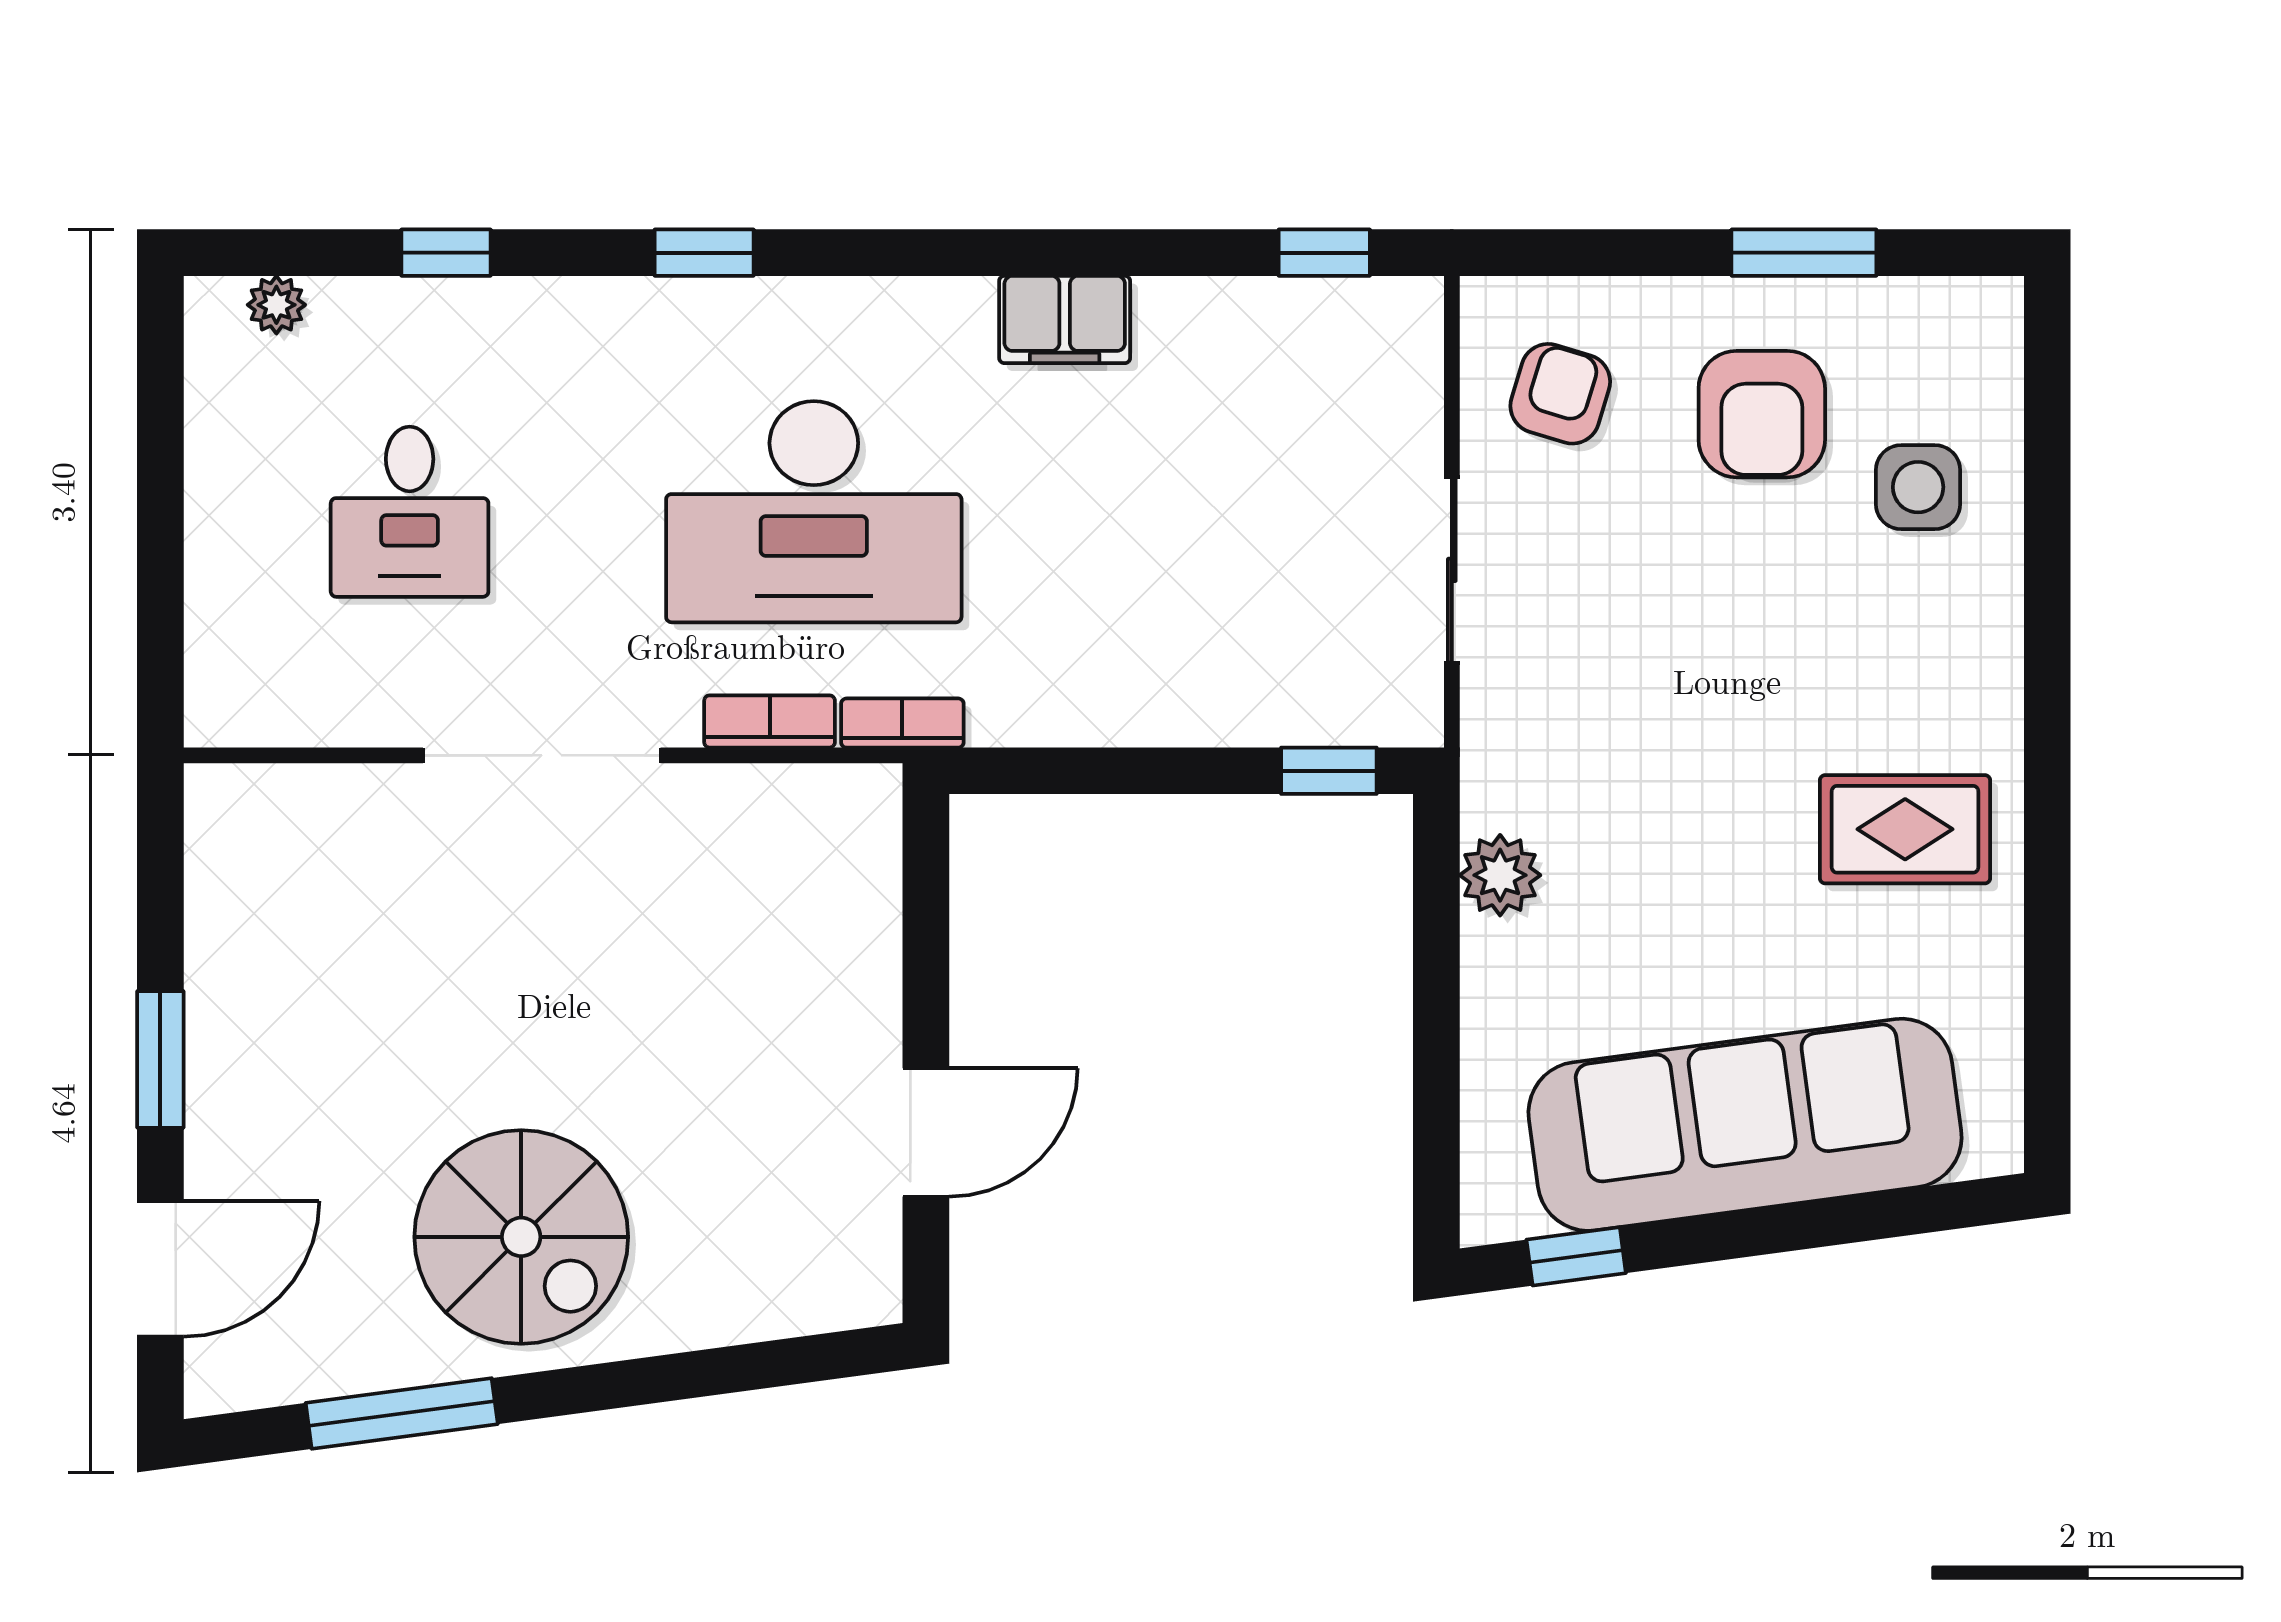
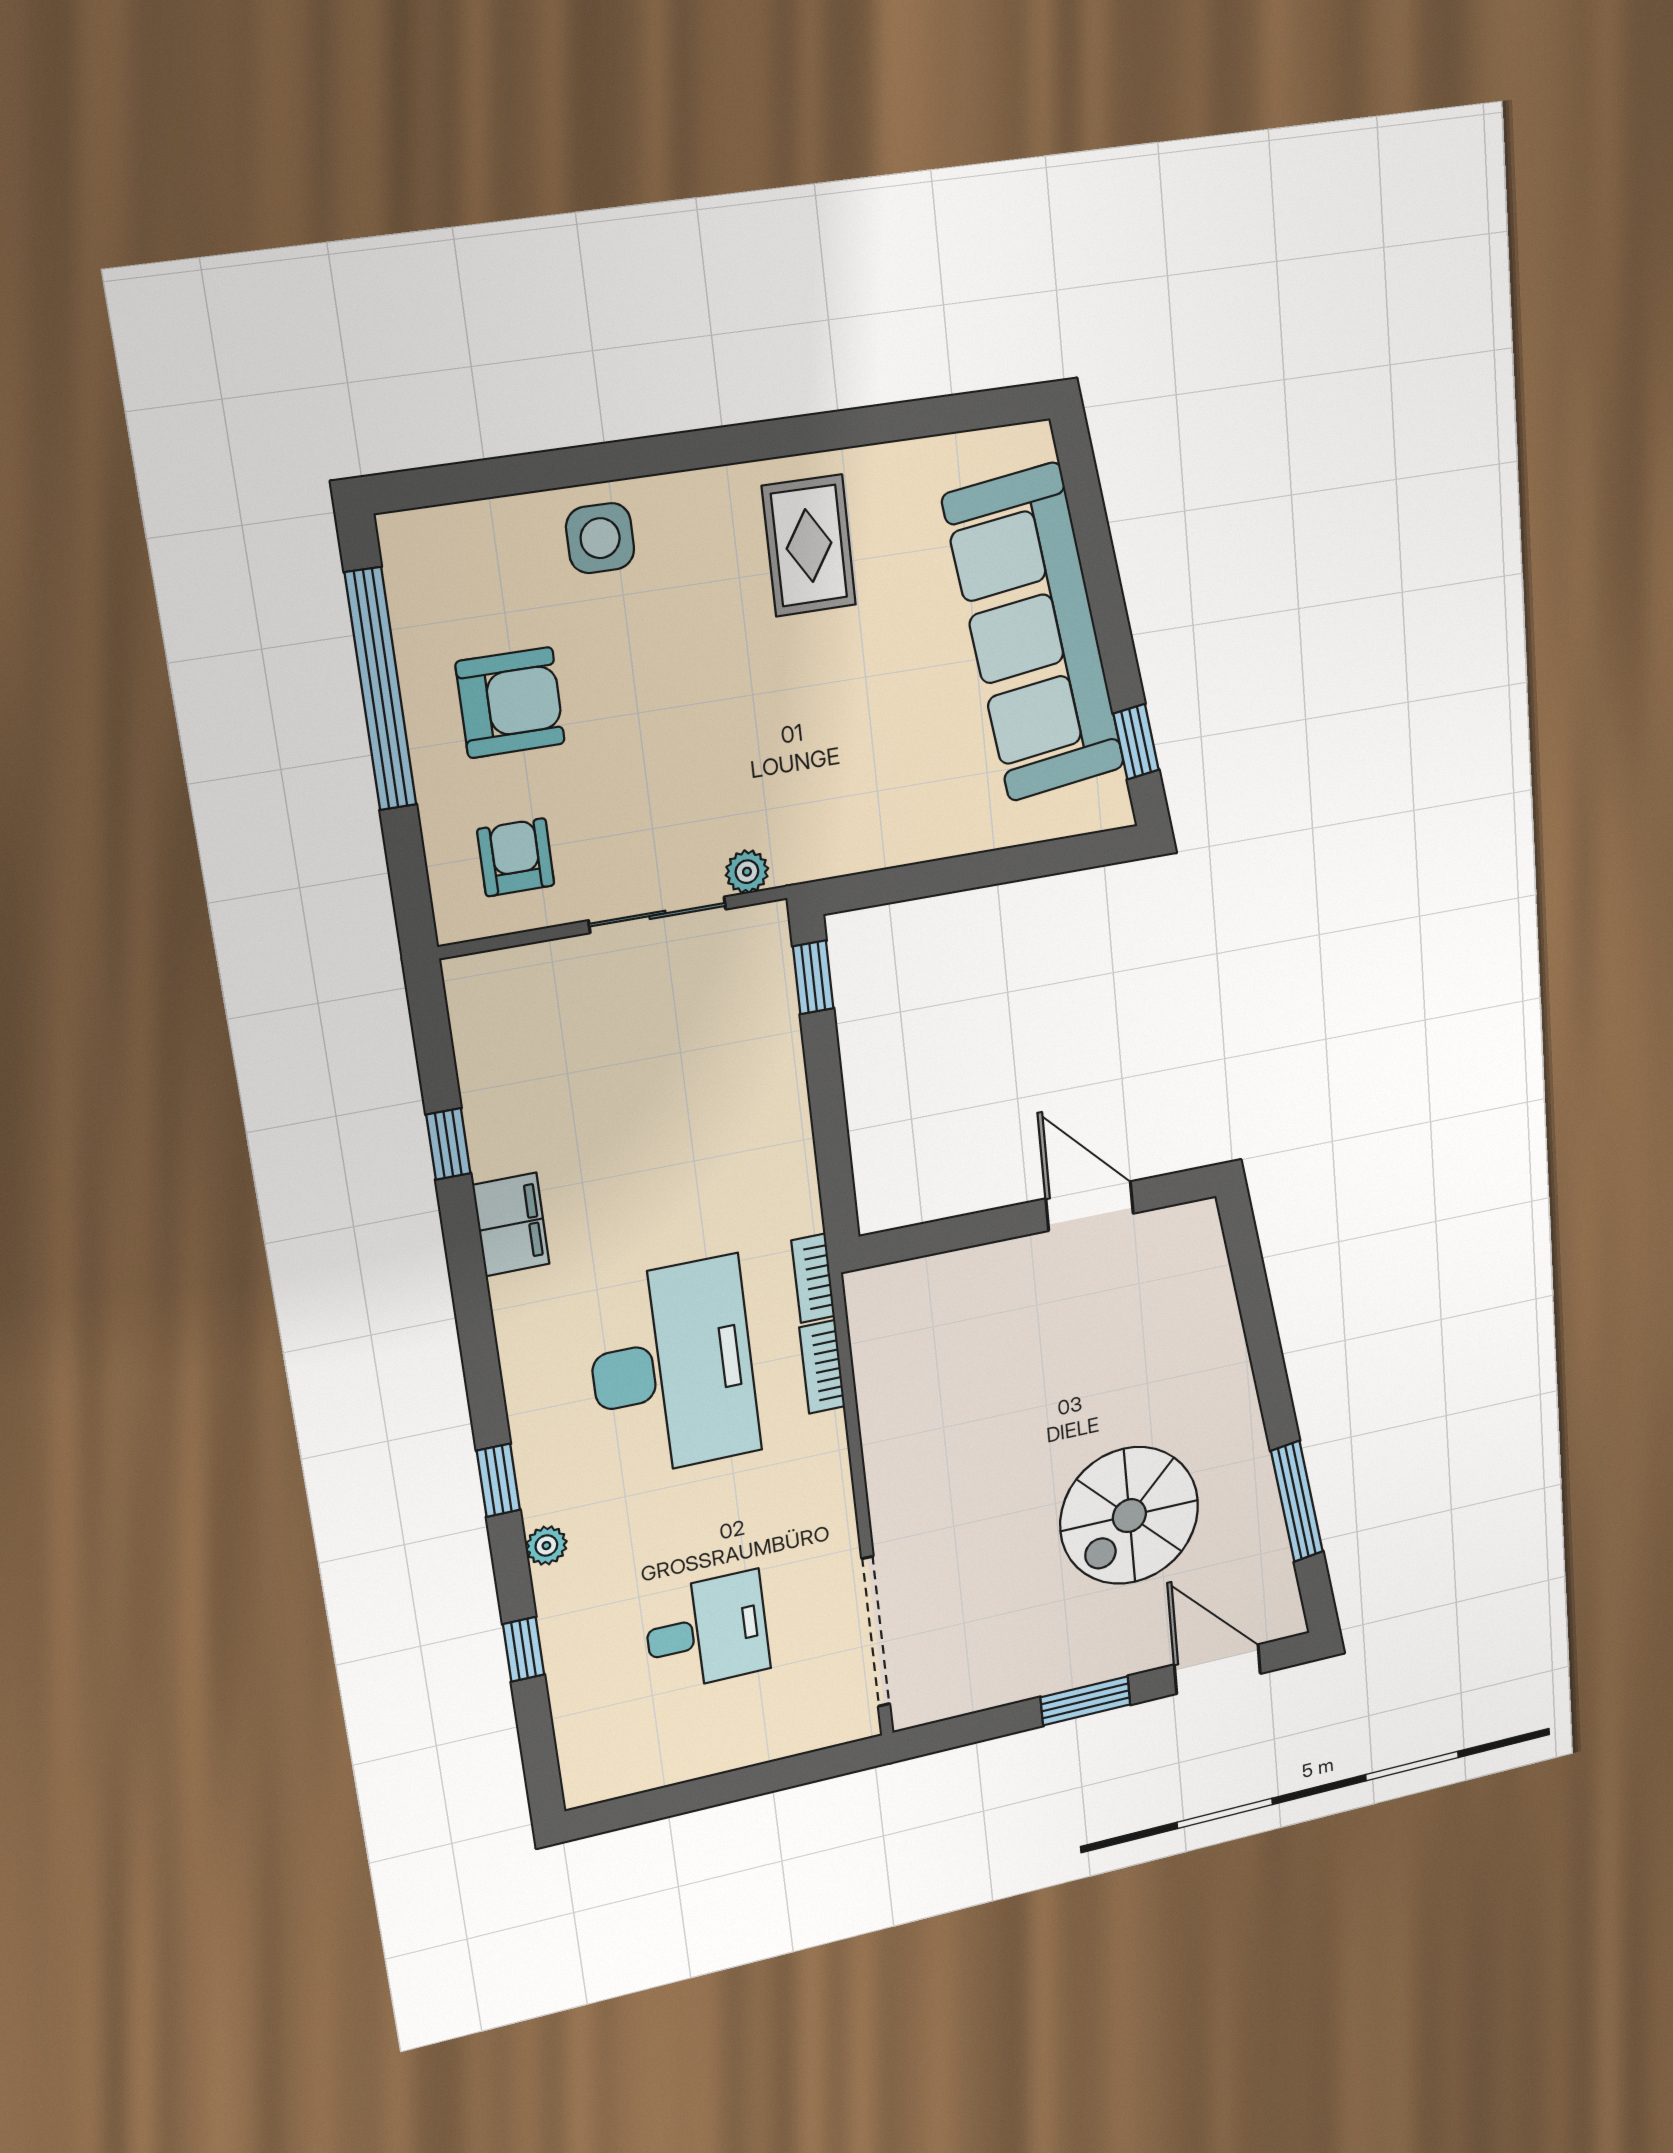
window: (1324, 253) -> (448, 1144), moved
window: (1804, 253) -> (381, 690), width x2.11
plant: (276, 305) -> (546, 1546), moved
armchair: (1560, 394) -> (516, 857), turned 73
side table: (1918, 487) -> (600, 538), moved
doorway: (542, 755) -> (876, 1632), moved
plant: (1500, 875) -> (747, 872), moved, width x0.73, depth x0.73
spiral stairs: (521, 1237) -> (1129, 1516), moved, turned 180

